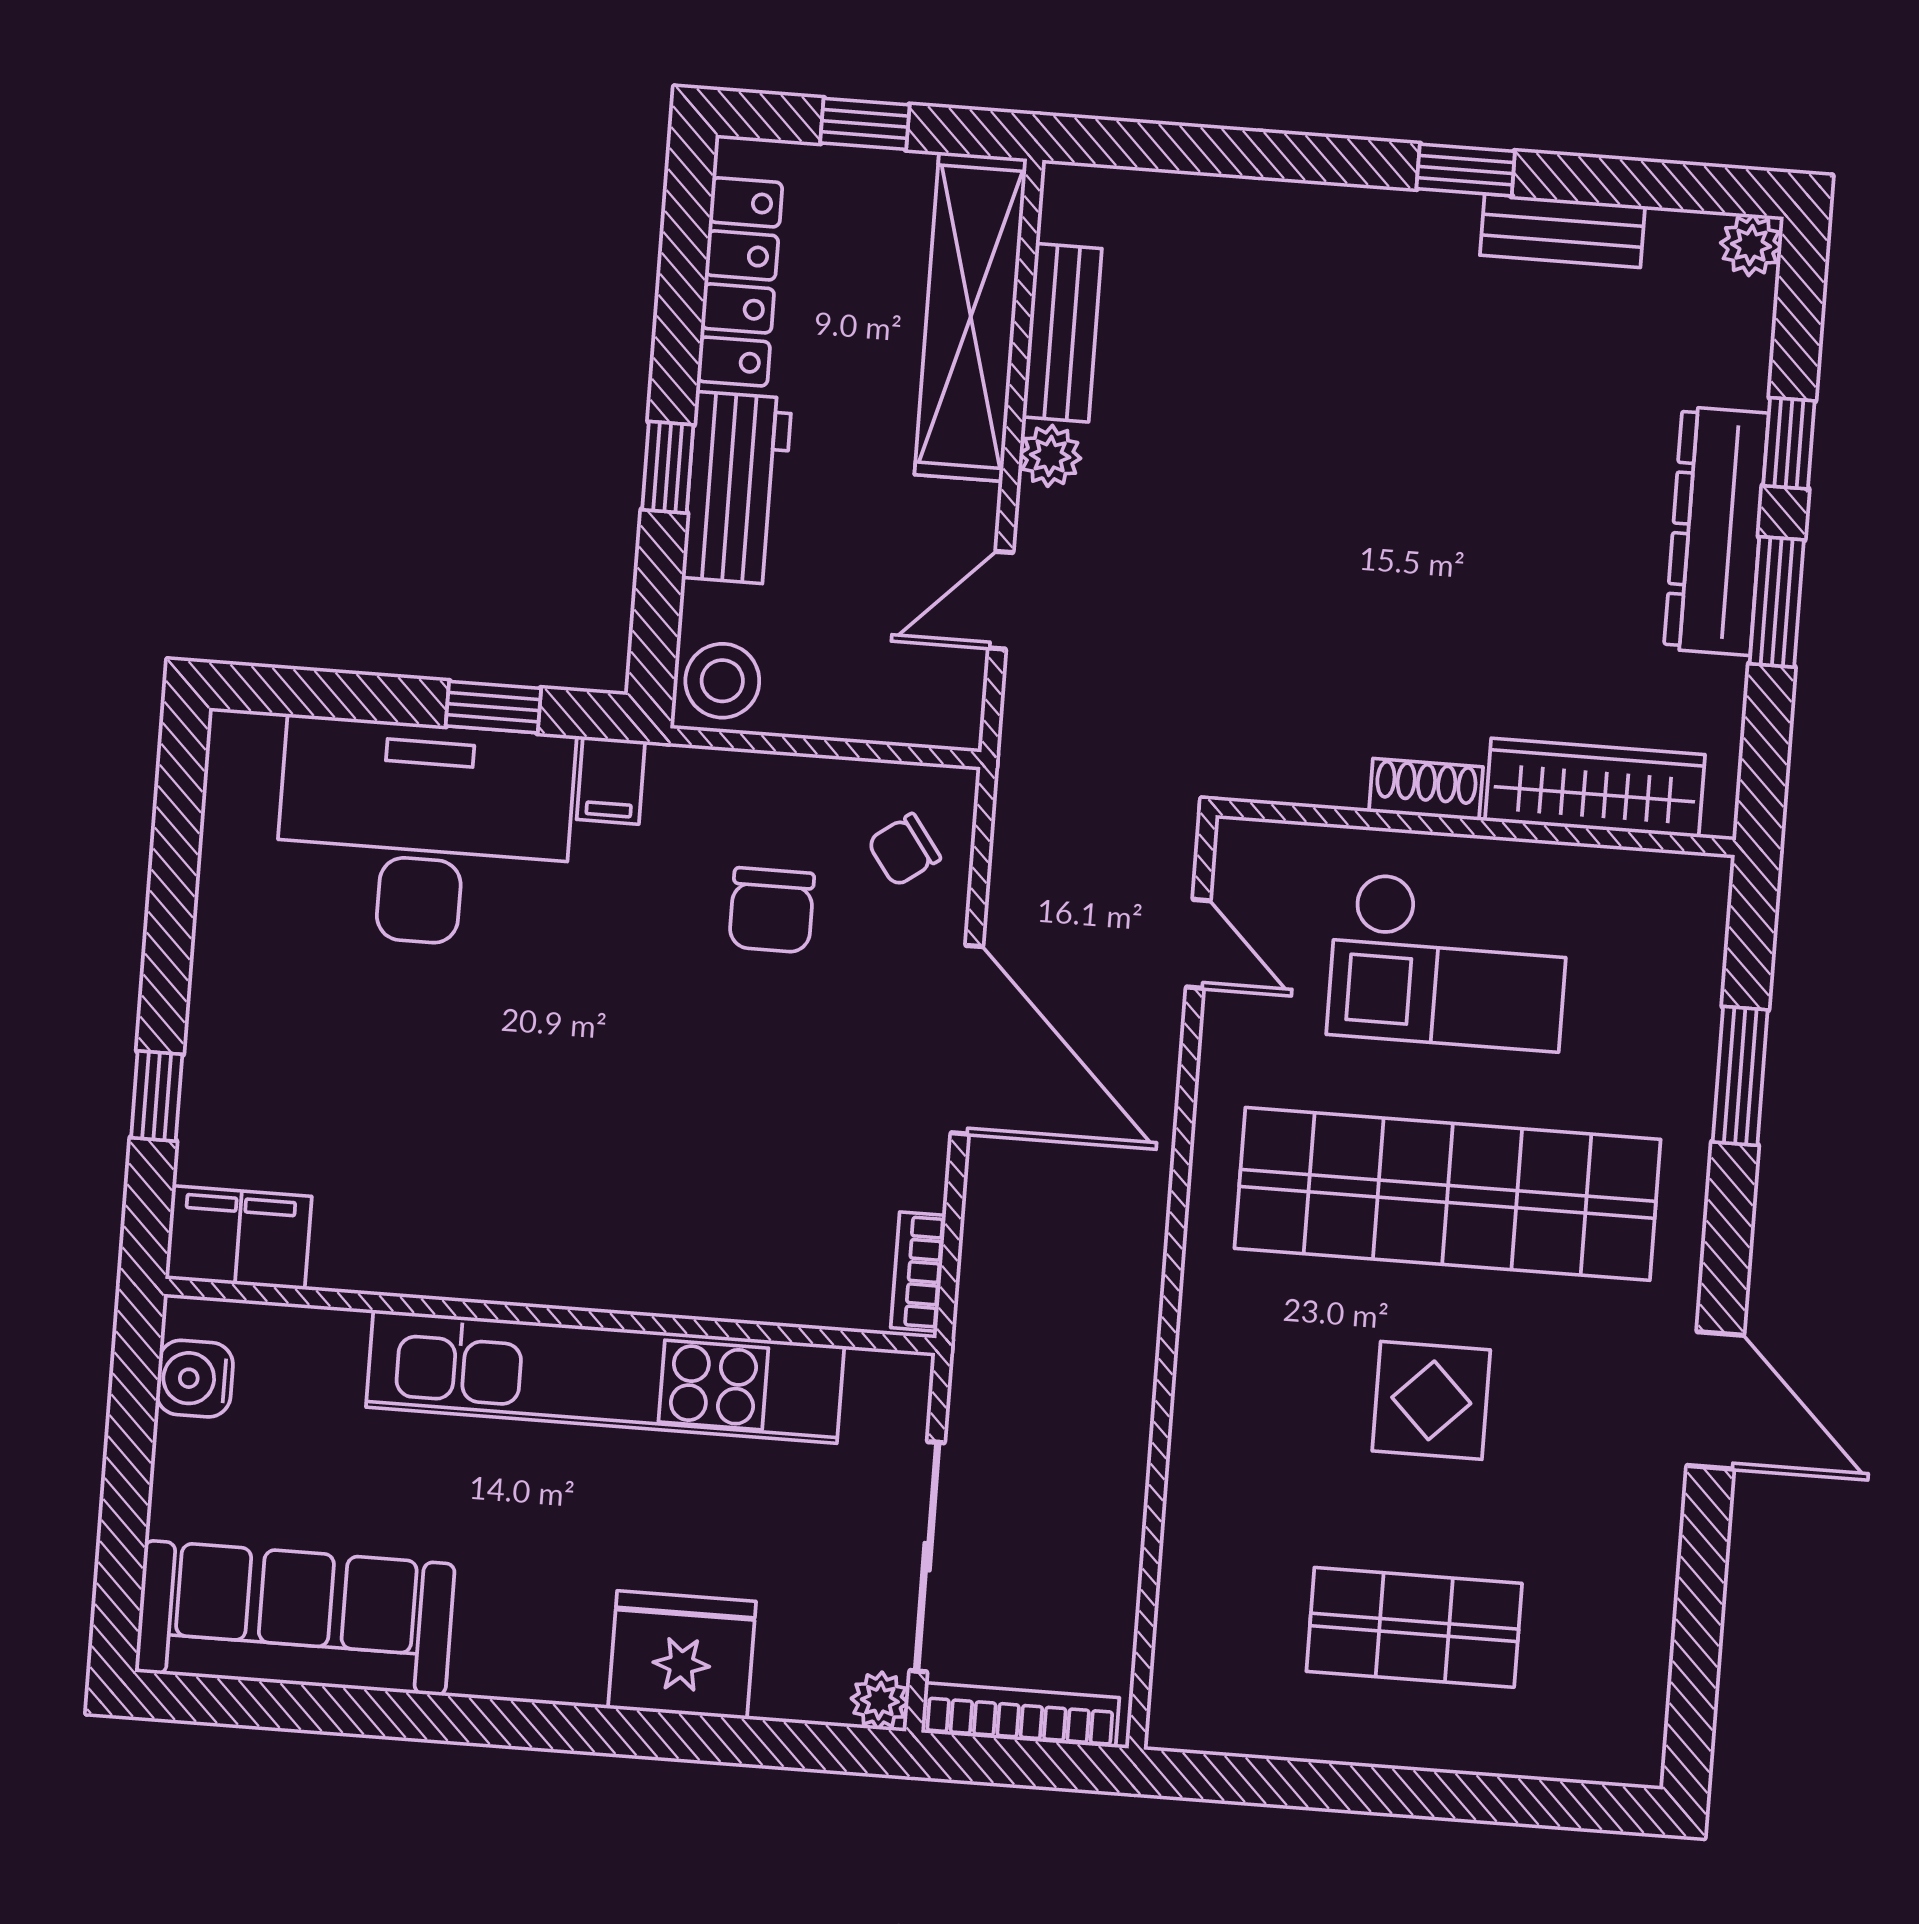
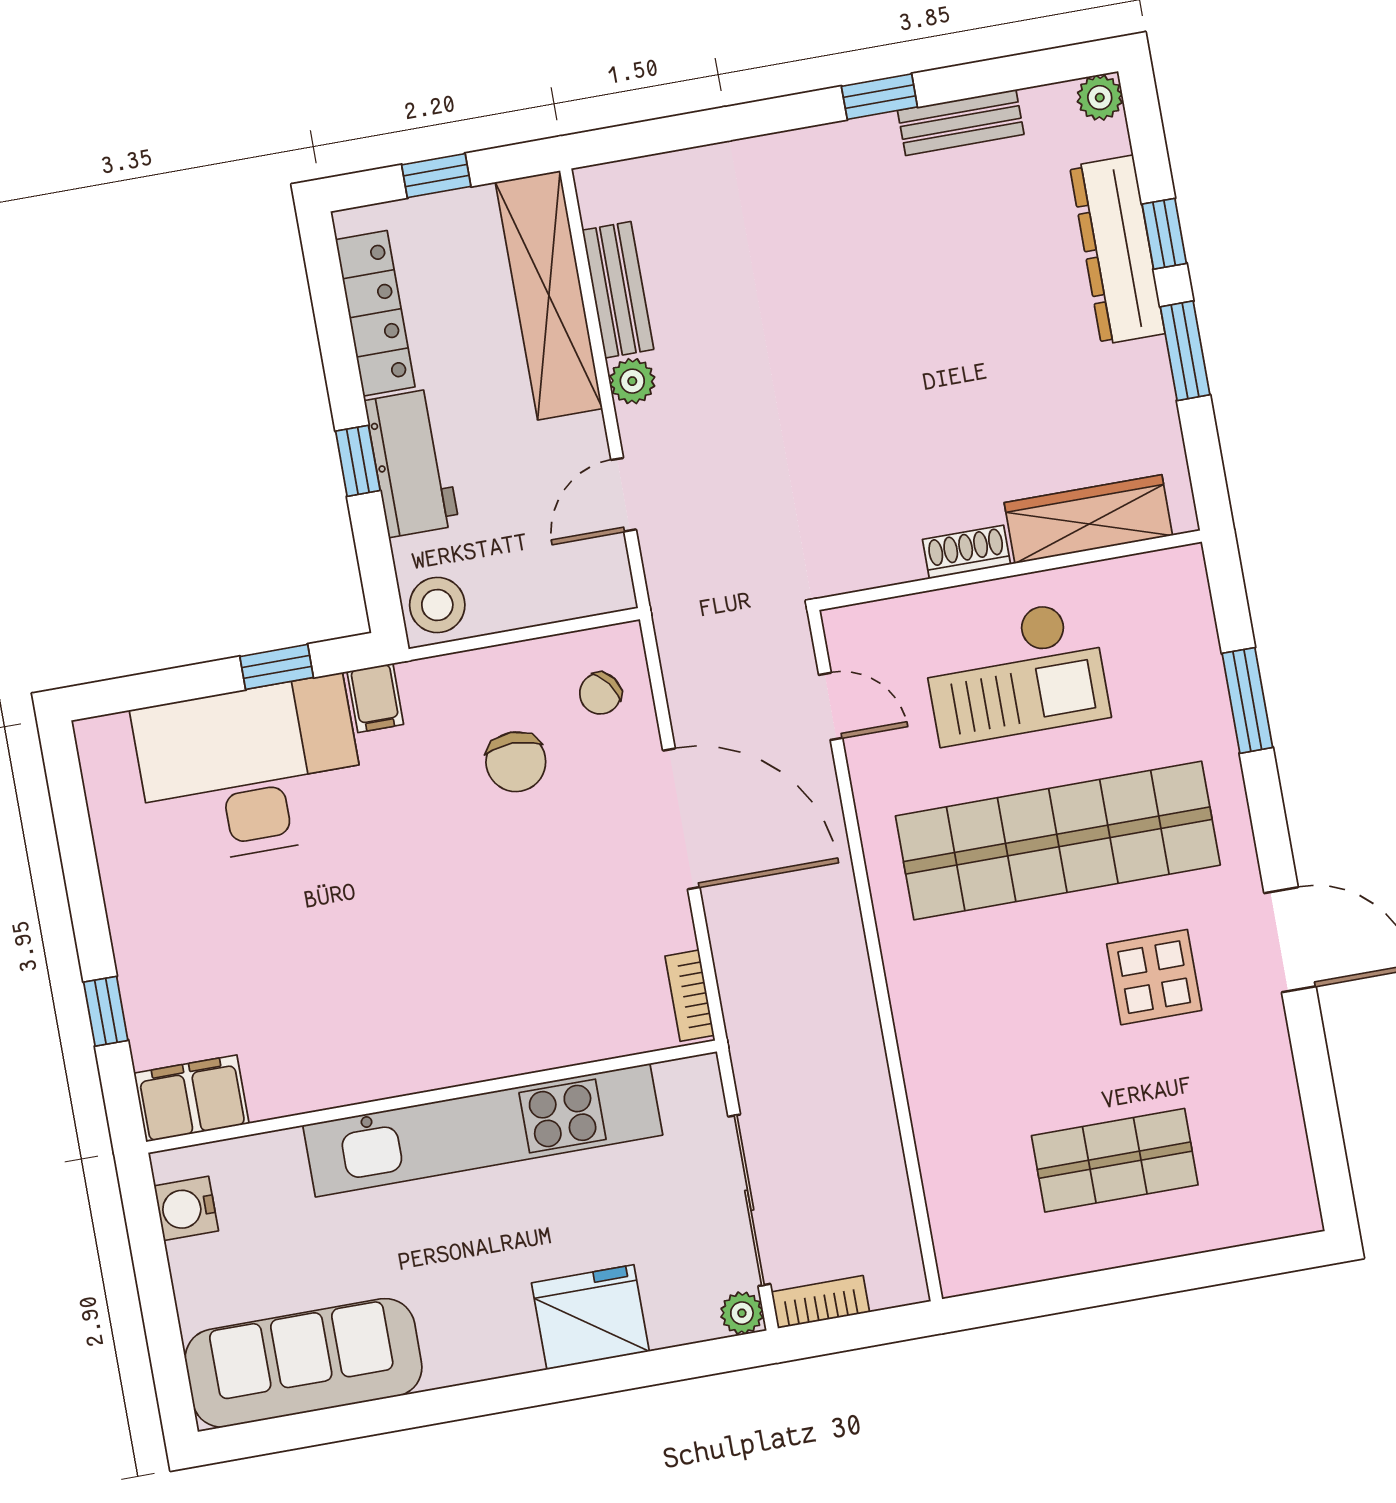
dresser: (1716, 531) -> (1117, 250), moved
display table: (1431, 1400) -> (1154, 977), moved
bookcase: (1020, 1715) -> (820, 1302), width x0.64

